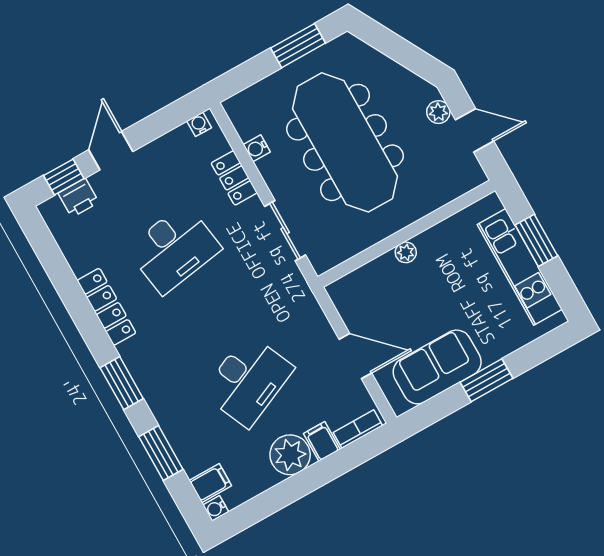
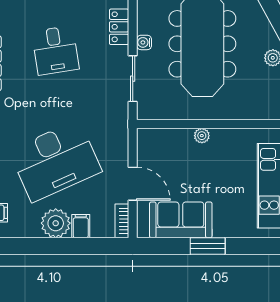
water cooler: (257, 148) -> (144, 42), moved
desk: (174, 249) -> (55, 50), width x0.73
desk: (248, 381) -> (55, 161), width x1.36, depth x1.30
bookcase: (358, 429) -> (122, 221), moved, turned -90

